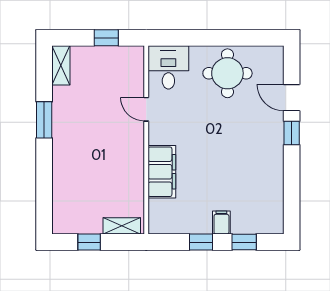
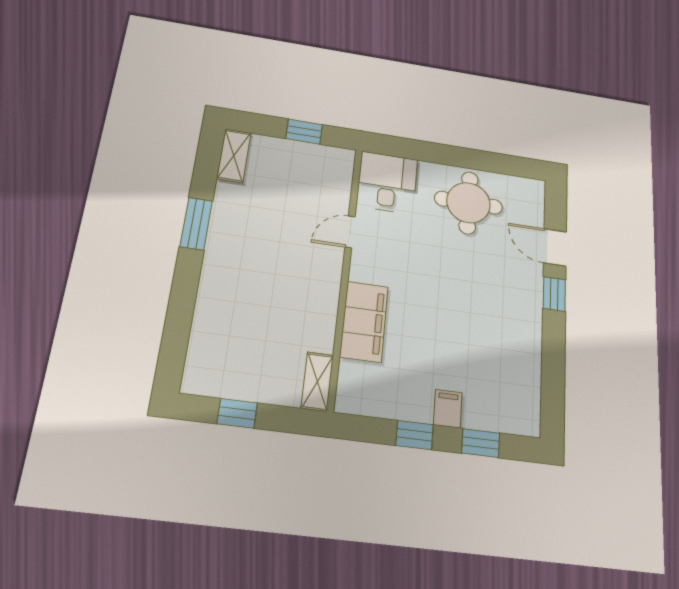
door: (146, 109) -> (350, 232), hinge flipped
shelving: (122, 226) -> (317, 382), moved, turned 90

